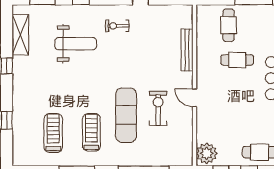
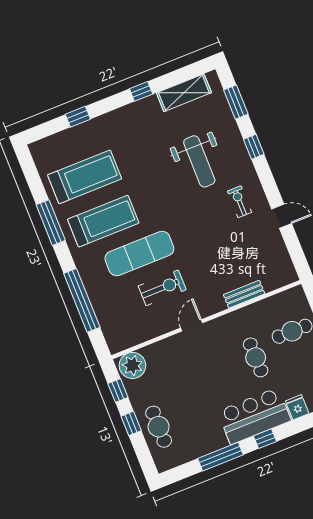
bench: (187, 50) -> (244, 294), width x0.73
treadmill: (91, 132) -> (103, 221), width x1.37, depth x1.38
treadmill: (53, 133) -> (85, 177), width x1.37, depth x1.38

